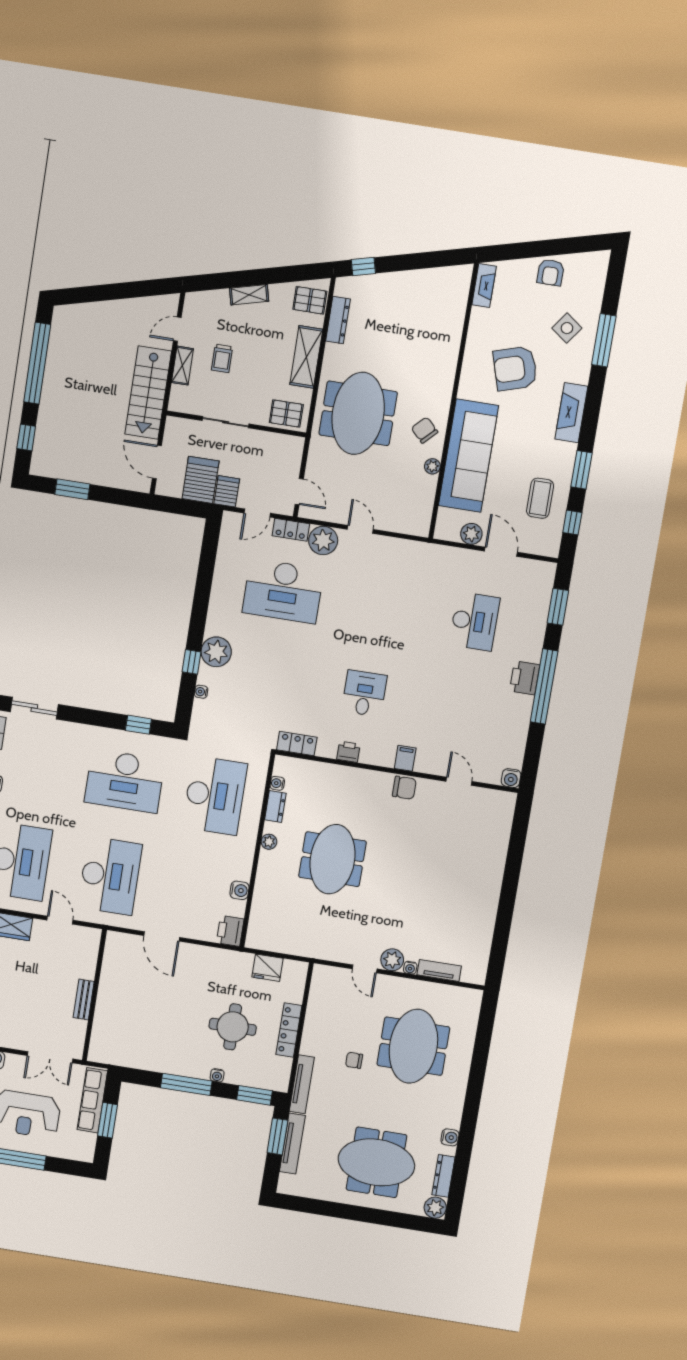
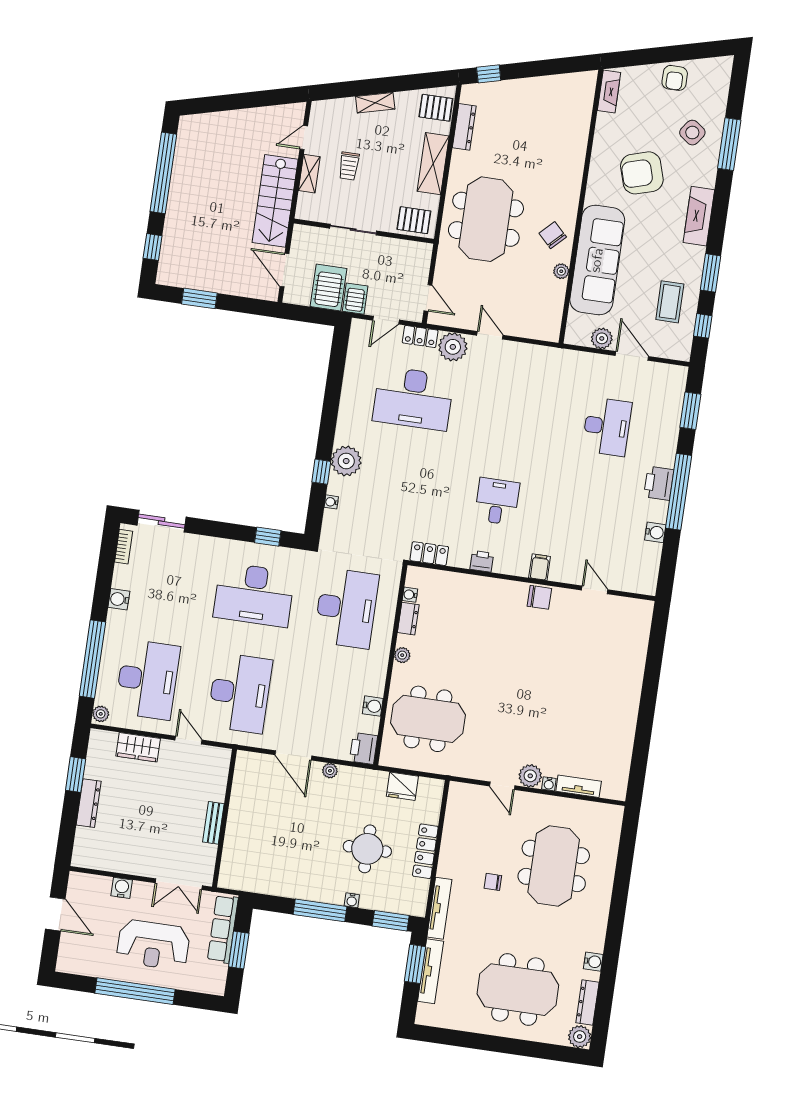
water cooler: (511, 778) -> (655, 532), moved, turned -90
meeting table: (332, 859) -> (428, 719), moved, turned 90
plant: (197, 952) -> (330, 771), added

